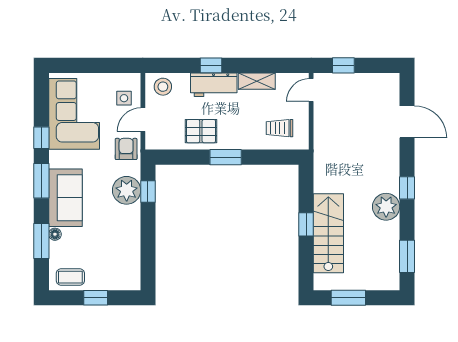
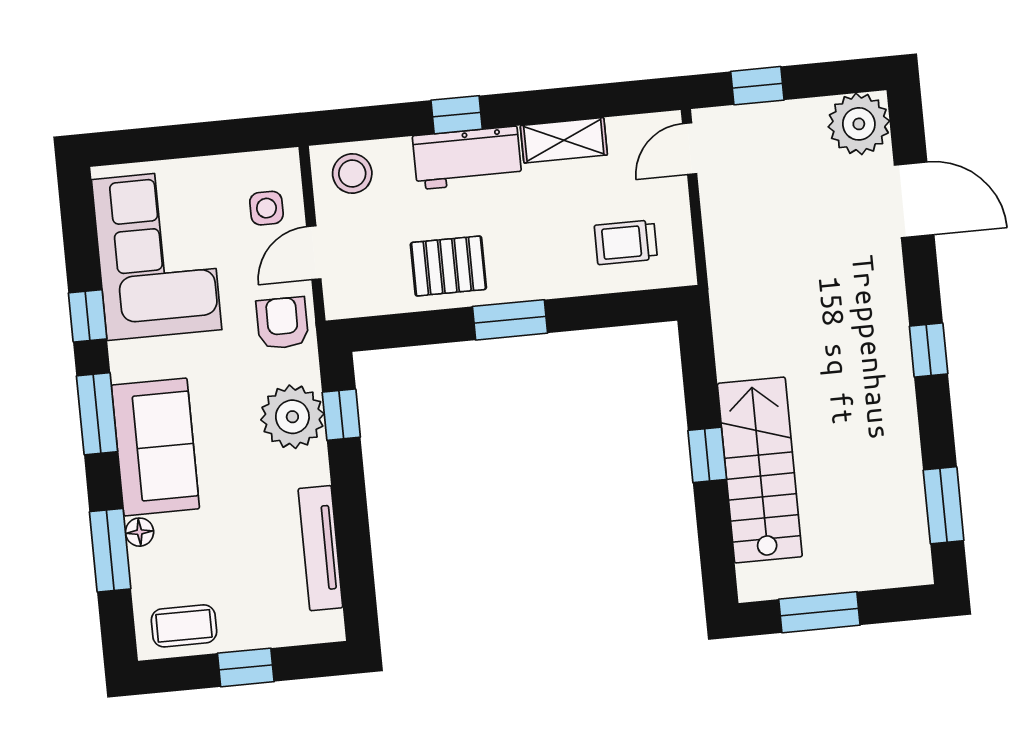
plant: (386, 207) -> (859, 124), moved
tv unit: (133, 249) -> (320, 548), added

